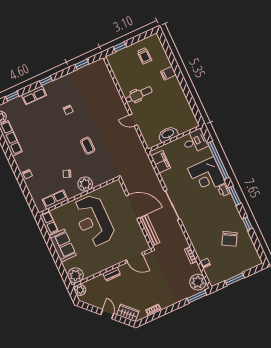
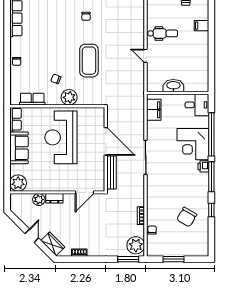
coffee table: (88, 146) -> (89, 61), width x1.86, depth x1.72
window: (235, 196) -> (211, 177), width x1.44
door: (135, 258) -> (84, 192), hinge flipped
plant: (80, 290) -> (39, 200), moved

